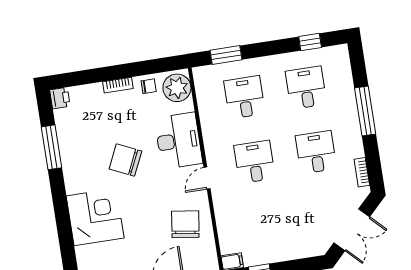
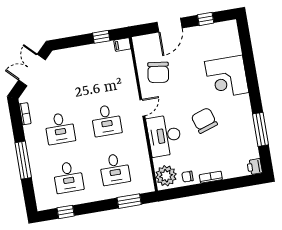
chair: (125, 160) -> (204, 120), turned -133

